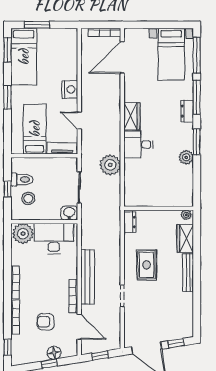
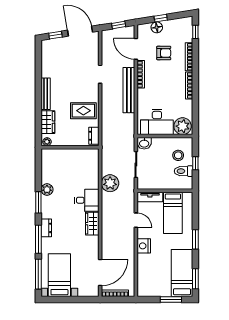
rug: (147, 265) -> (83, 111), moved, turned 90

